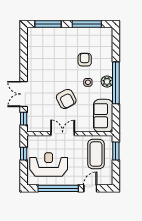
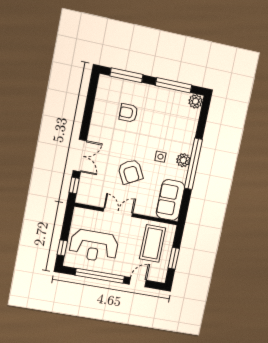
plant: (107, 33) -> (196, 101), added
armchair: (85, 60) -> (128, 113), moved, turned -90
double door: (24, 94) -> (80, 156), swing flipped
window: (116, 151) -> (174, 258), moved
window: (24, 154) -> (62, 248), moved
reception desk: (49, 165) -> (94, 246), turned 180

